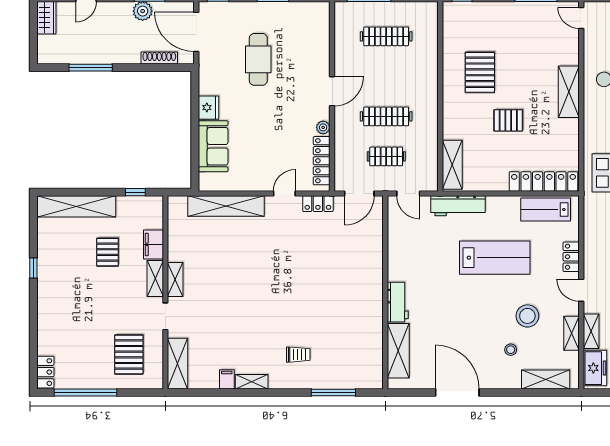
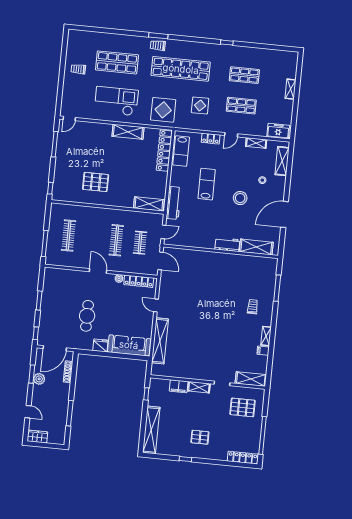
cafe table: (258, 59) -> (87, 316), moved, turned 90
shelving: (569, 92) -> (128, 132), moved
pallet: (508, 120) -> (126, 168), removed
sofa: (213, 146) -> (129, 345), width x1.36
locker: (318, 204) -> (164, 286), removed
pallet: (108, 252) -> (200, 437), moved
lab bench: (495, 258) -> (207, 184), width x0.73, depth x0.72
shelving: (175, 280) -> (201, 375), removed
stool: (527, 316) -> (240, 198), moved
shelving: (591, 331) -> (256, 131), removed
locker: (45, 372) -> (243, 458), width x1.53

